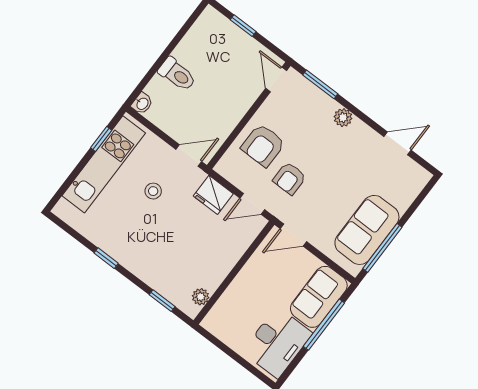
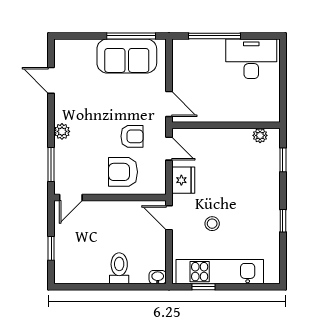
armchair: (263, 145) -> (123, 172), turned 180
sofa: (319, 297) -> (198, 54), removed

